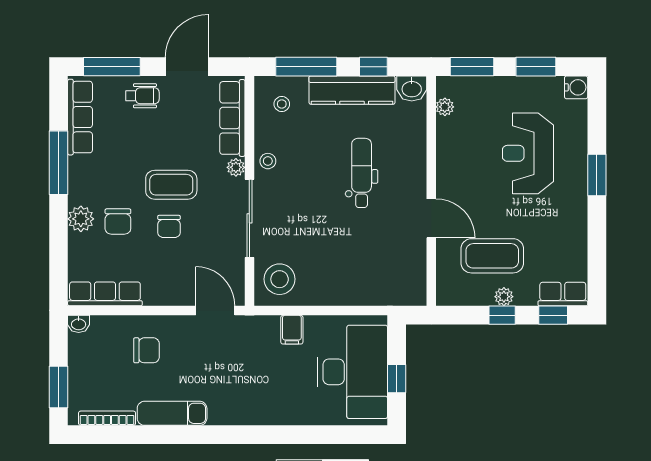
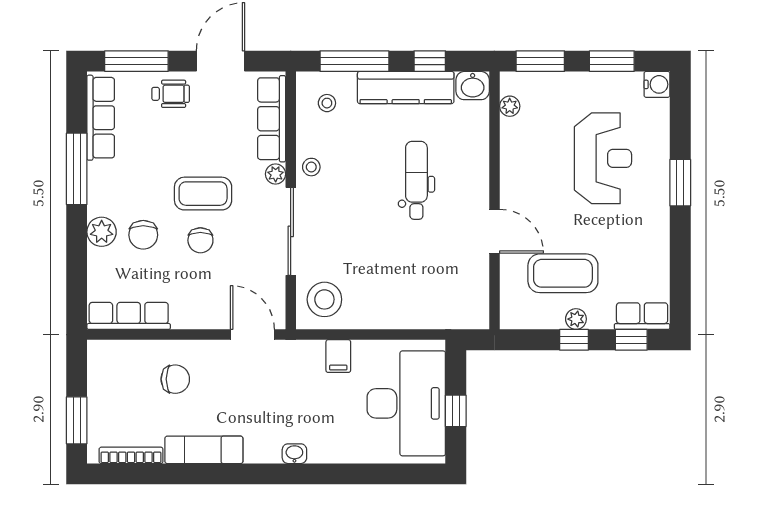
reception desk: (528, 153) -> (603, 158), turned 180
washbasin: (79, 324) -> (294, 454), moved, turned 180

